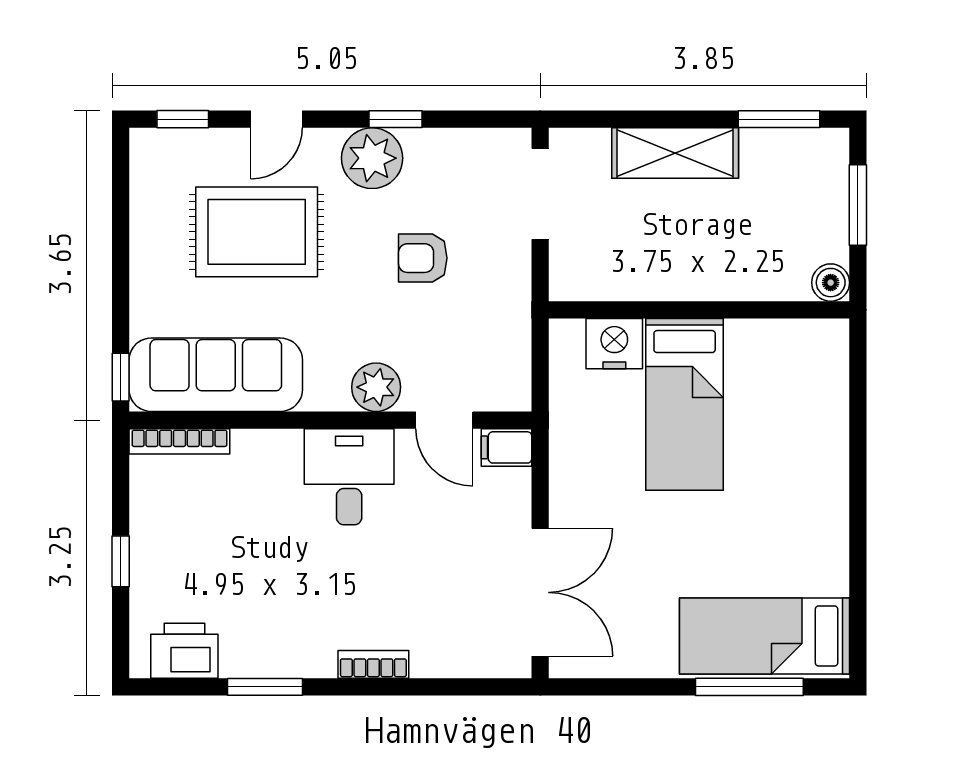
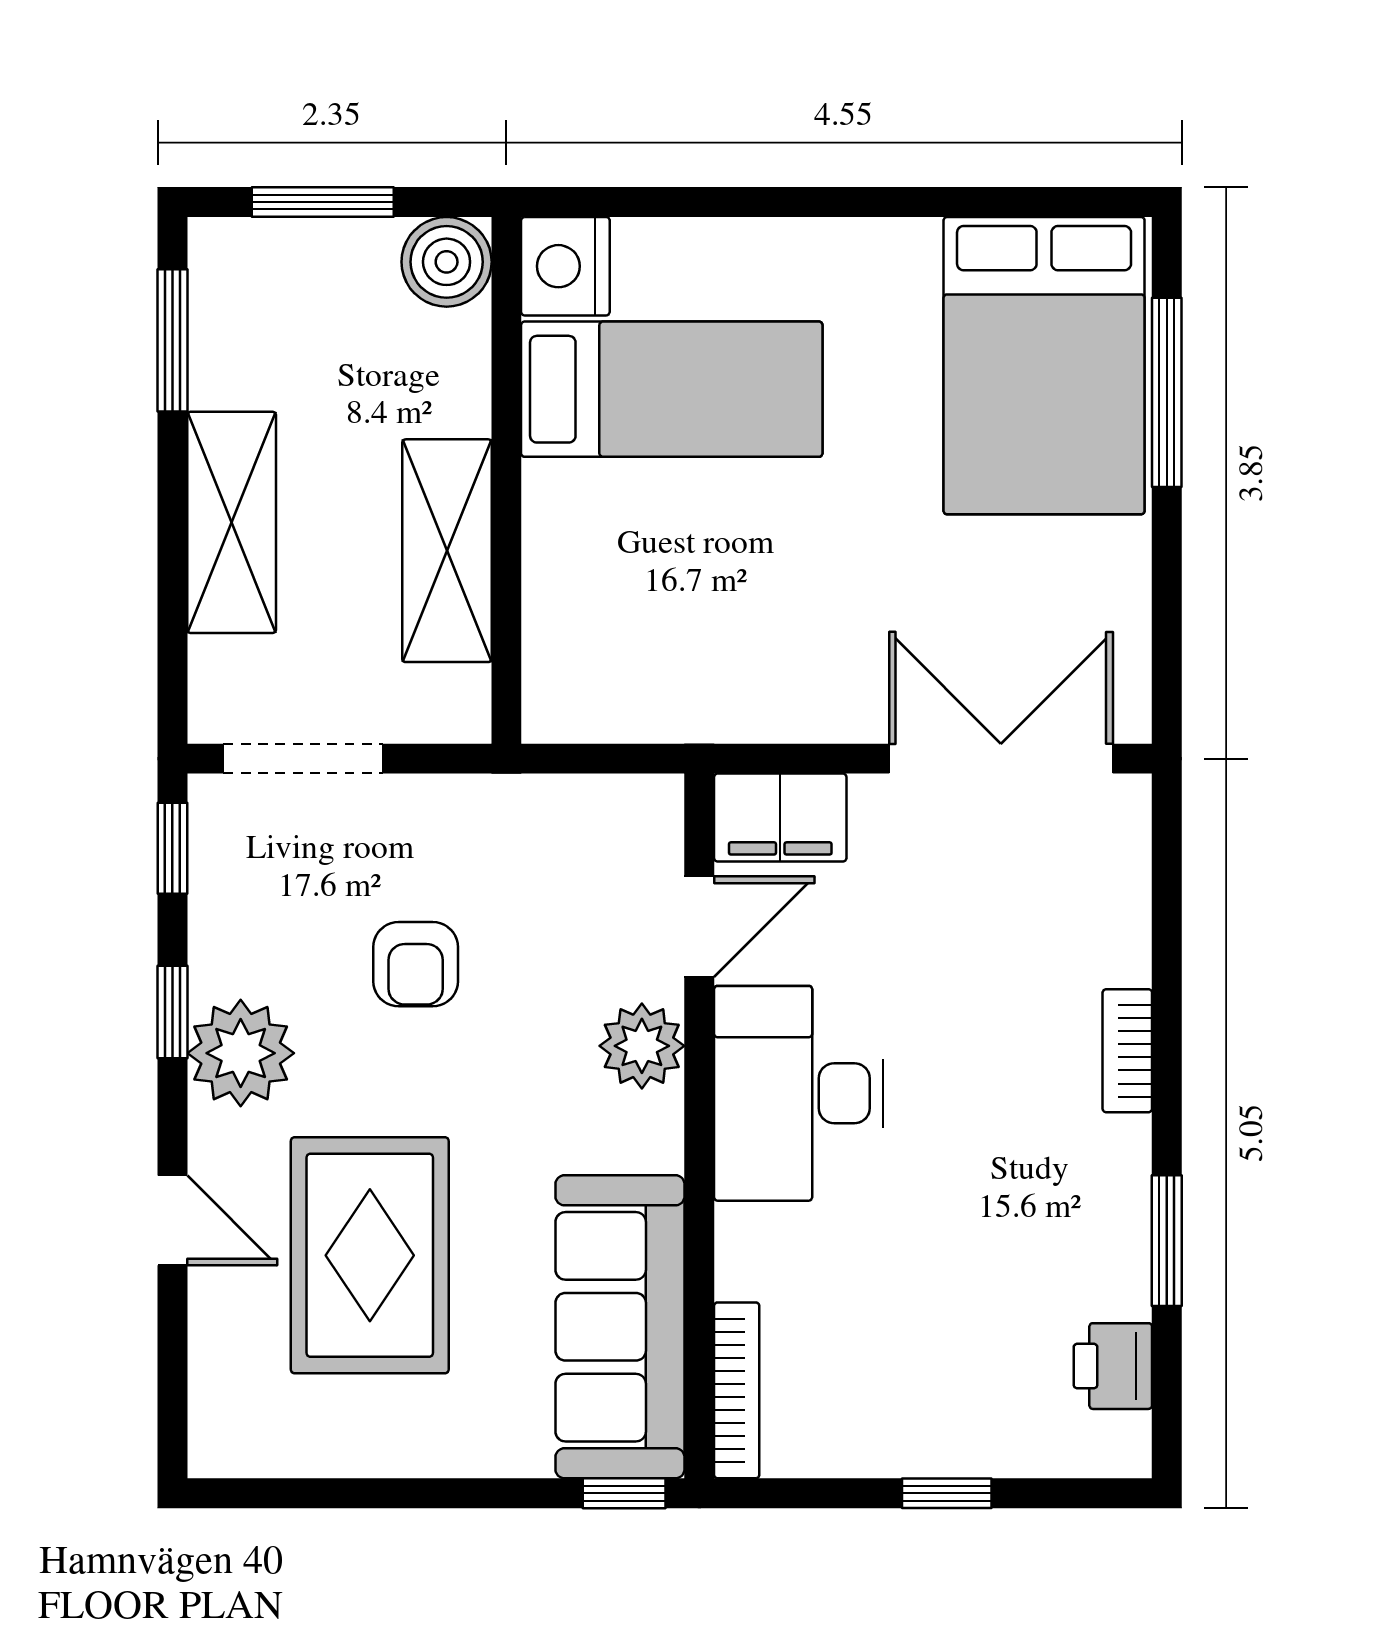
window: (183, 119) -> (172, 848), moved
shelving: (659, 276) -> (447, 551), added
boiler: (831, 283) -> (447, 262), width x1.36, depth x1.36
nightstand: (614, 344) -> (565, 266), moved
bed: (685, 404) -> (672, 389), moved
filing cabinet: (507, 447) -> (780, 818), width x2.00
desk: (349, 477) -> (799, 1093), width x1.37
bed: (765, 636) -> (1044, 366), width x1.50
printer: (184, 651) -> (1113, 1366), width x0.73, depth x0.81

